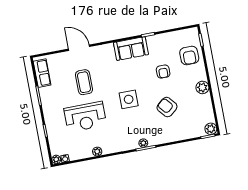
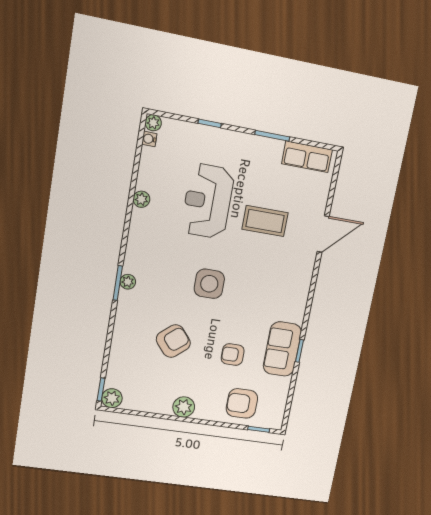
sofa: (131, 49) -> (282, 349), moved

